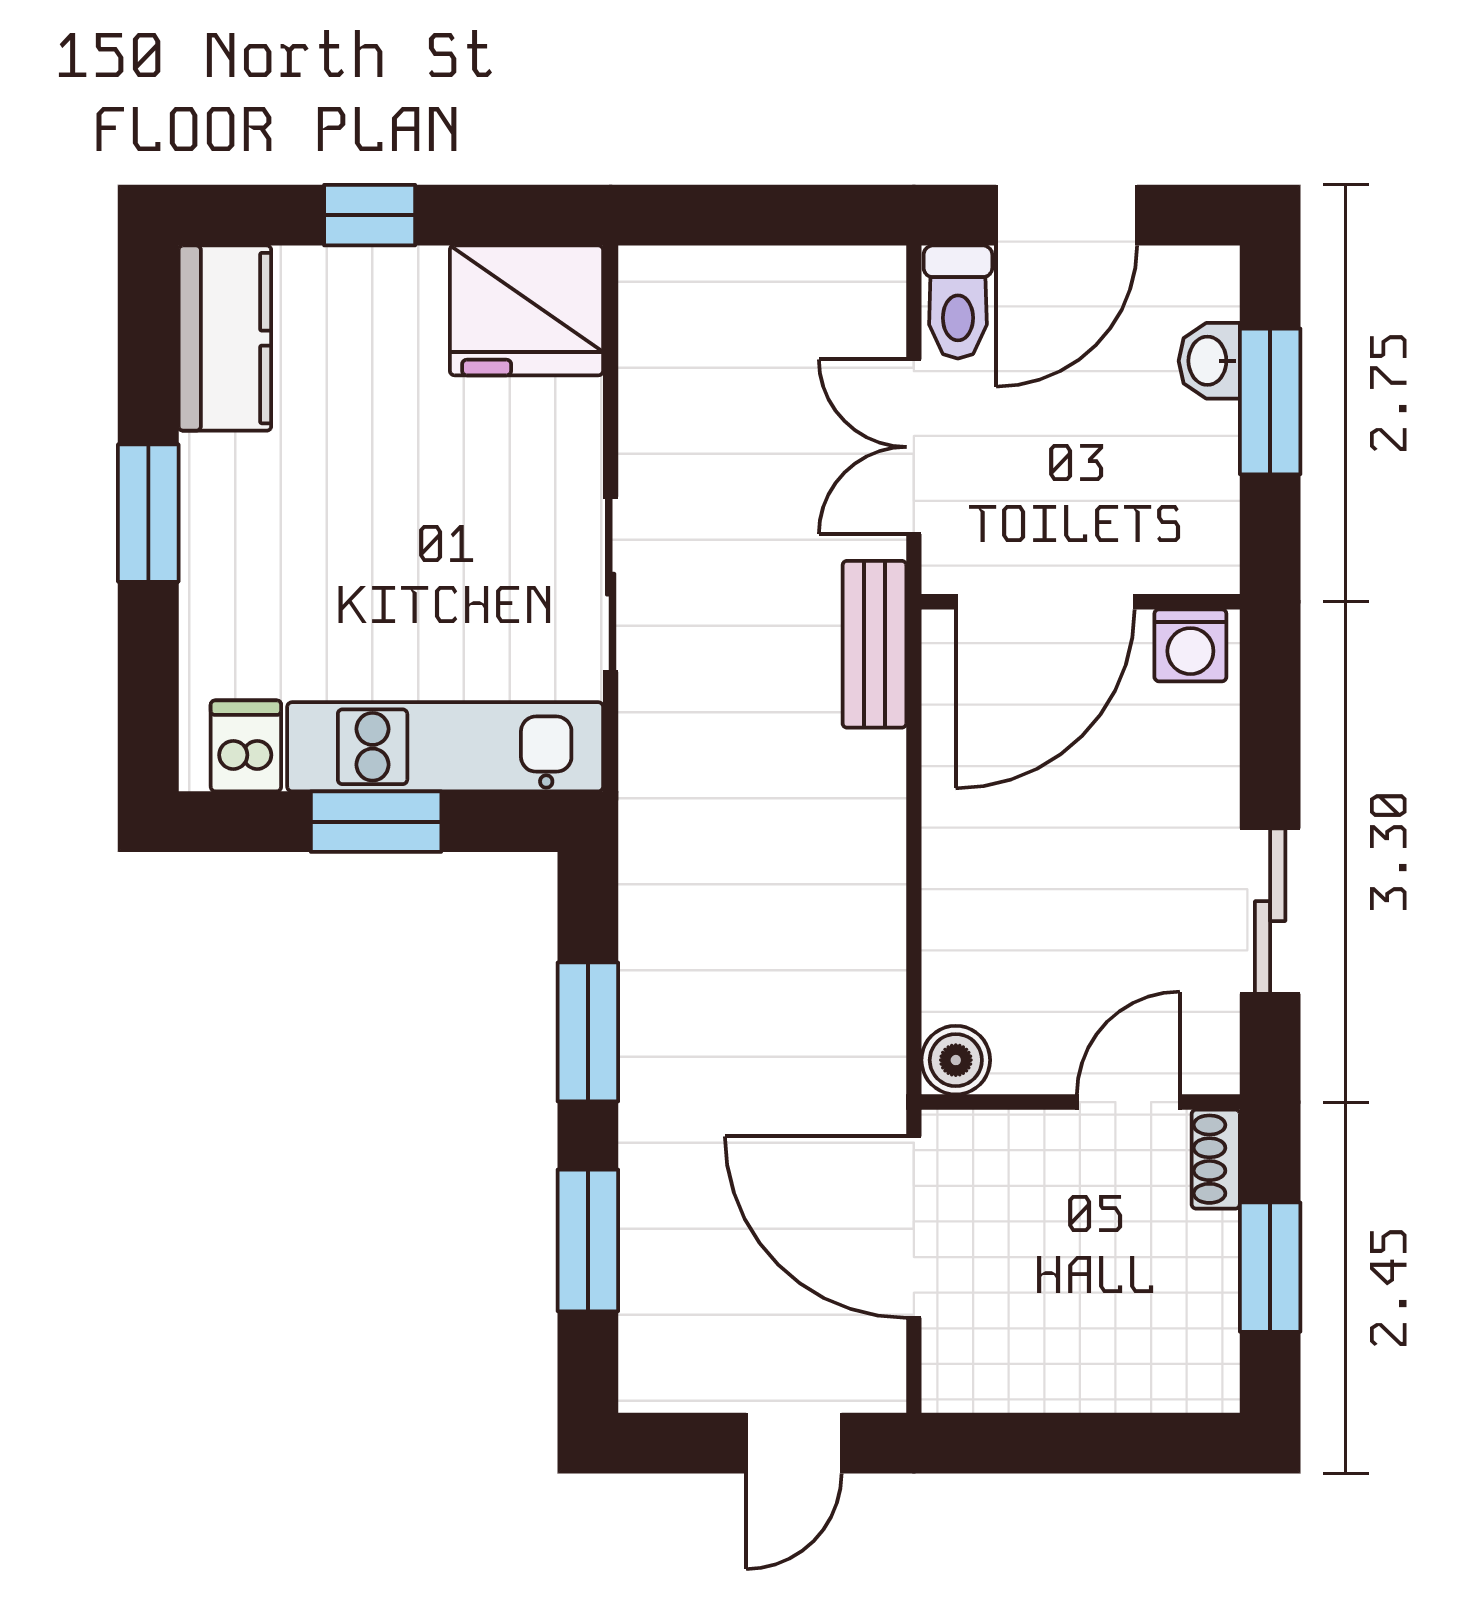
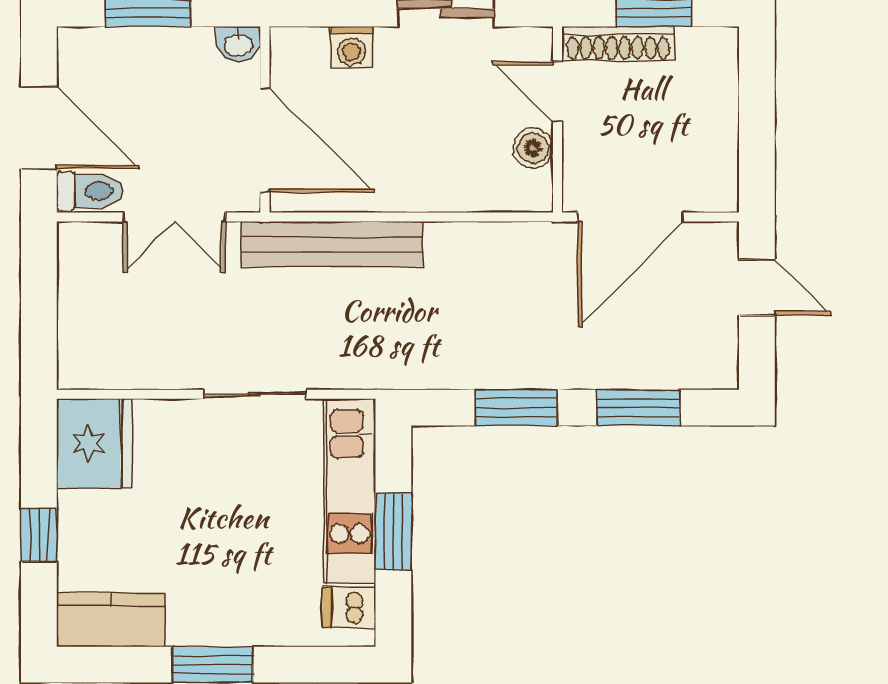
washbasin: (1209, 361) -> (238, 44), moved
bench: (874, 644) -> (332, 244), width x1.86, depth x1.21
washing machine: (1190, 645) -> (352, 47), moved, turned 90
boiler: (956, 1060) -> (533, 148), moved
shoe rack: (1216, 1159) -> (618, 44), width x1.94, depth x1.24

